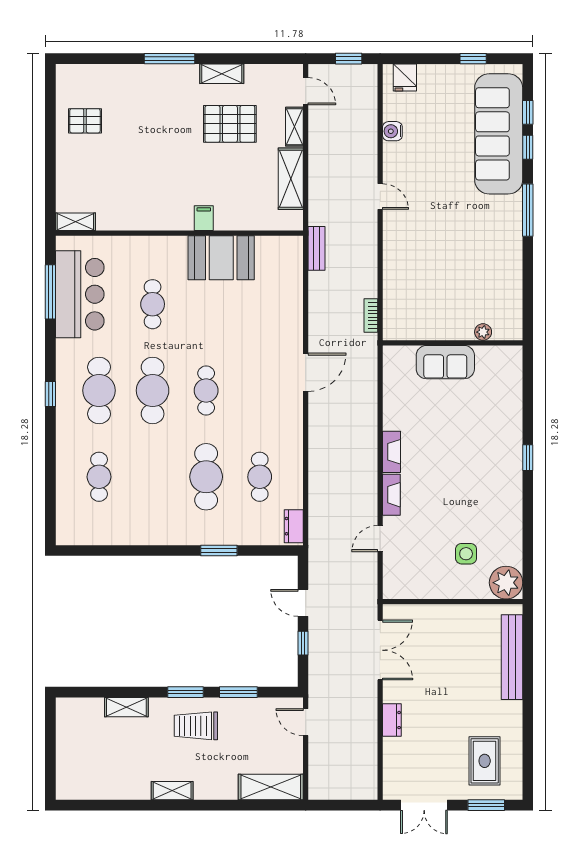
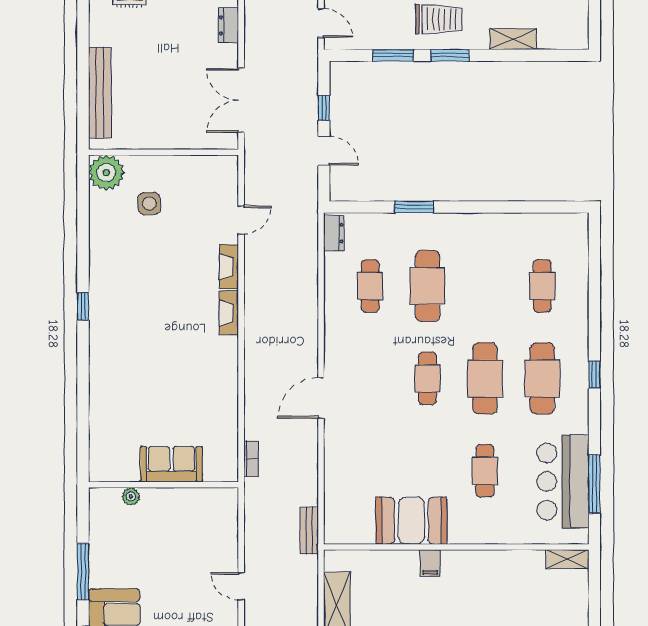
plant: (483, 332) -> (131, 496), moved
wall: (453, 343) -> (164, 485), moved
sofa: (445, 362) -> (171, 464), moved

